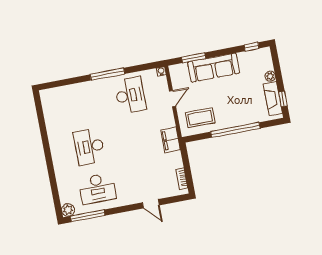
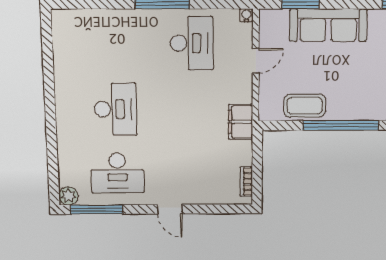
coffee table: (200, 118) -> (305, 106), moved
desk: (89, 147) -> (115, 109), turned 180
door: (151, 204) -> (170, 209), moved

